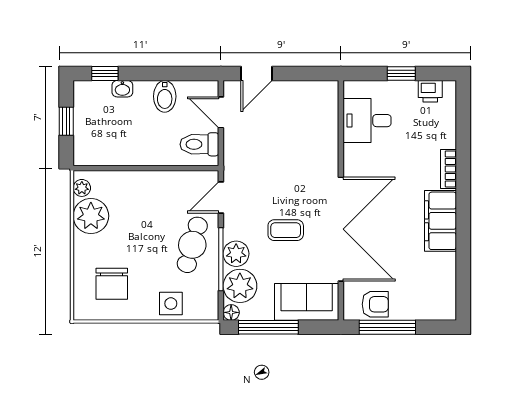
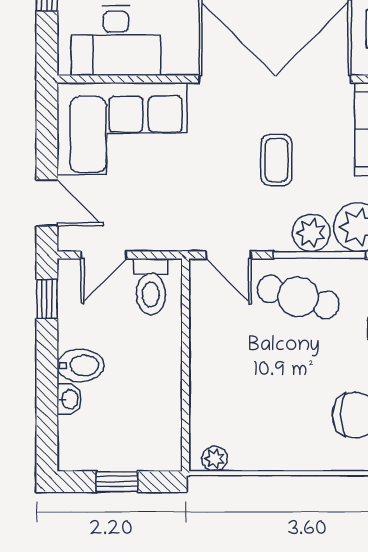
window: (105, 74) -> (47, 299), moved
bidet: (165, 96) -> (80, 365), moved
desk: (367, 121) -> (116, 41), width x1.37
corner sofa: (307, 125) -> (122, 129), added
plant: (91, 216) -> (256, 446), removed

